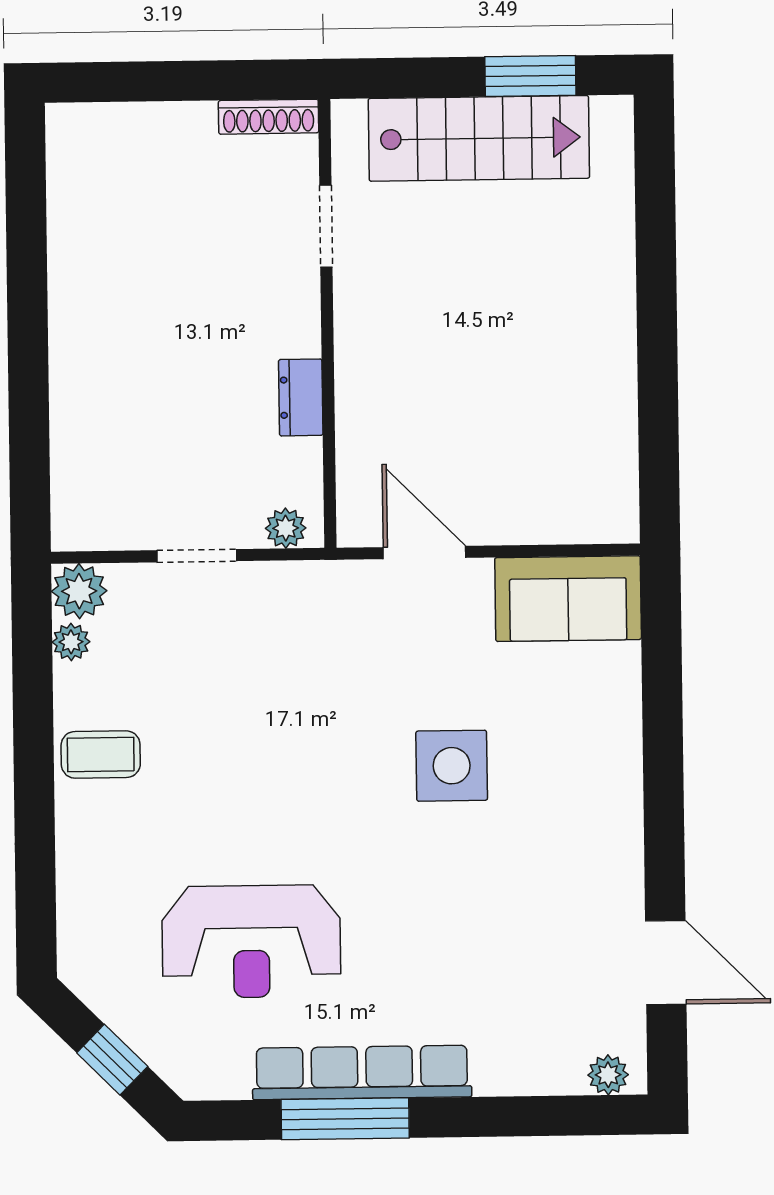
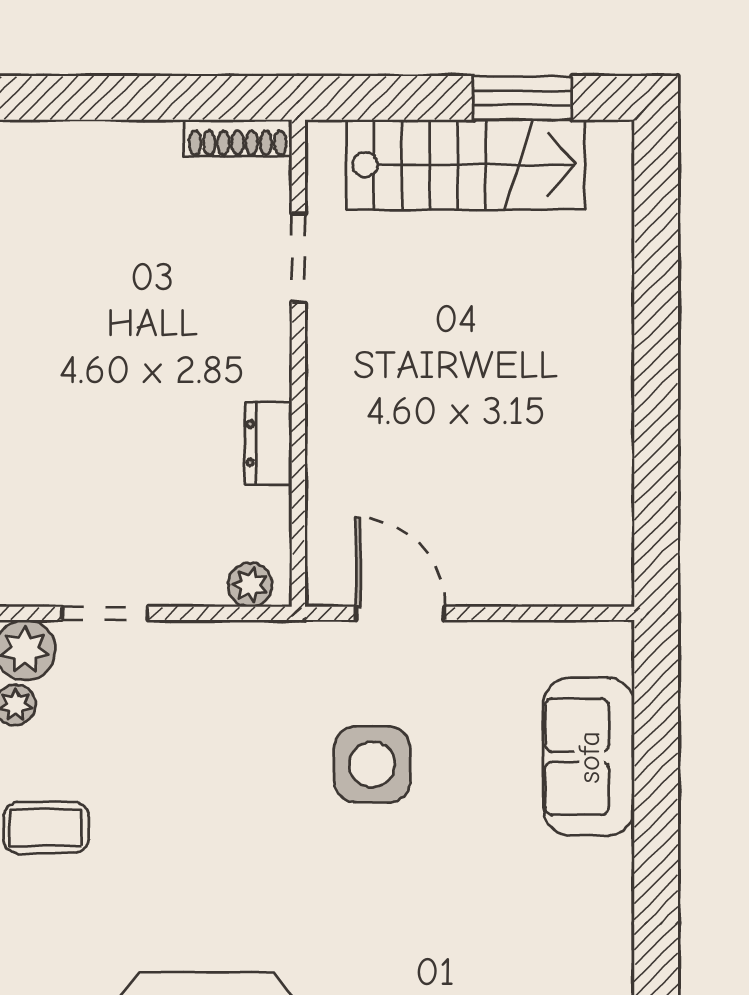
doorway: (197, 556) -> (105, 613), moved
sofa: (568, 599) -> (589, 757), moved, turned 90
side table: (452, 766) -> (372, 764), moved

